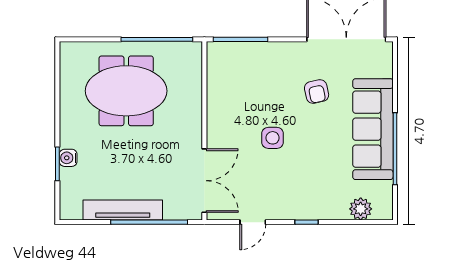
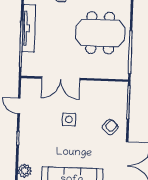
meeting table: (126, 91) -> (100, 33), turned 90
armchair: (317, 91) -> (110, 127), moved, turned 144
double door: (204, 181) -> (61, 78), moved

